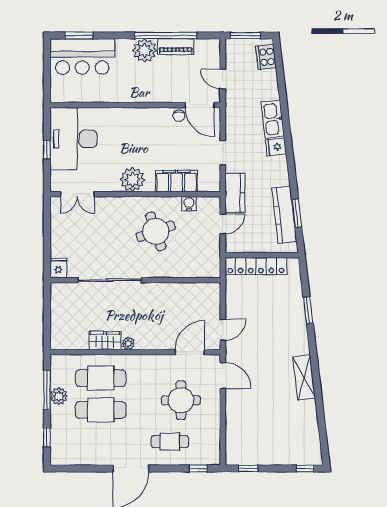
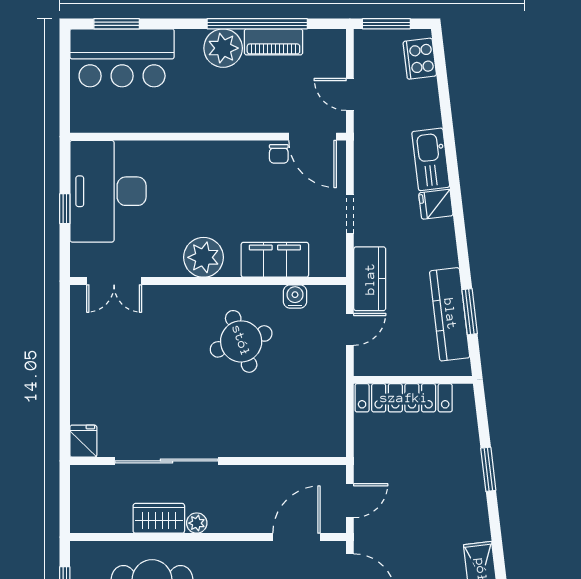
fridge: (58, 268) -> (83, 441), moved
sliding door: (110, 280) -> (167, 461), moved
wall: (135, 280) -> (208, 461), moved

